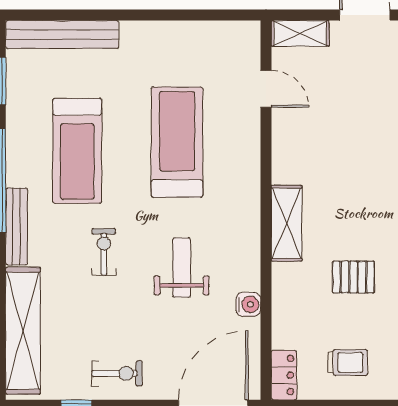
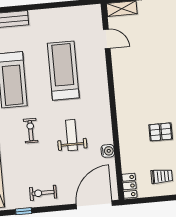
shelving: (287, 223) -> (124, 107), removed
exercise bike: (117, 373) -> (43, 193), turned 180

